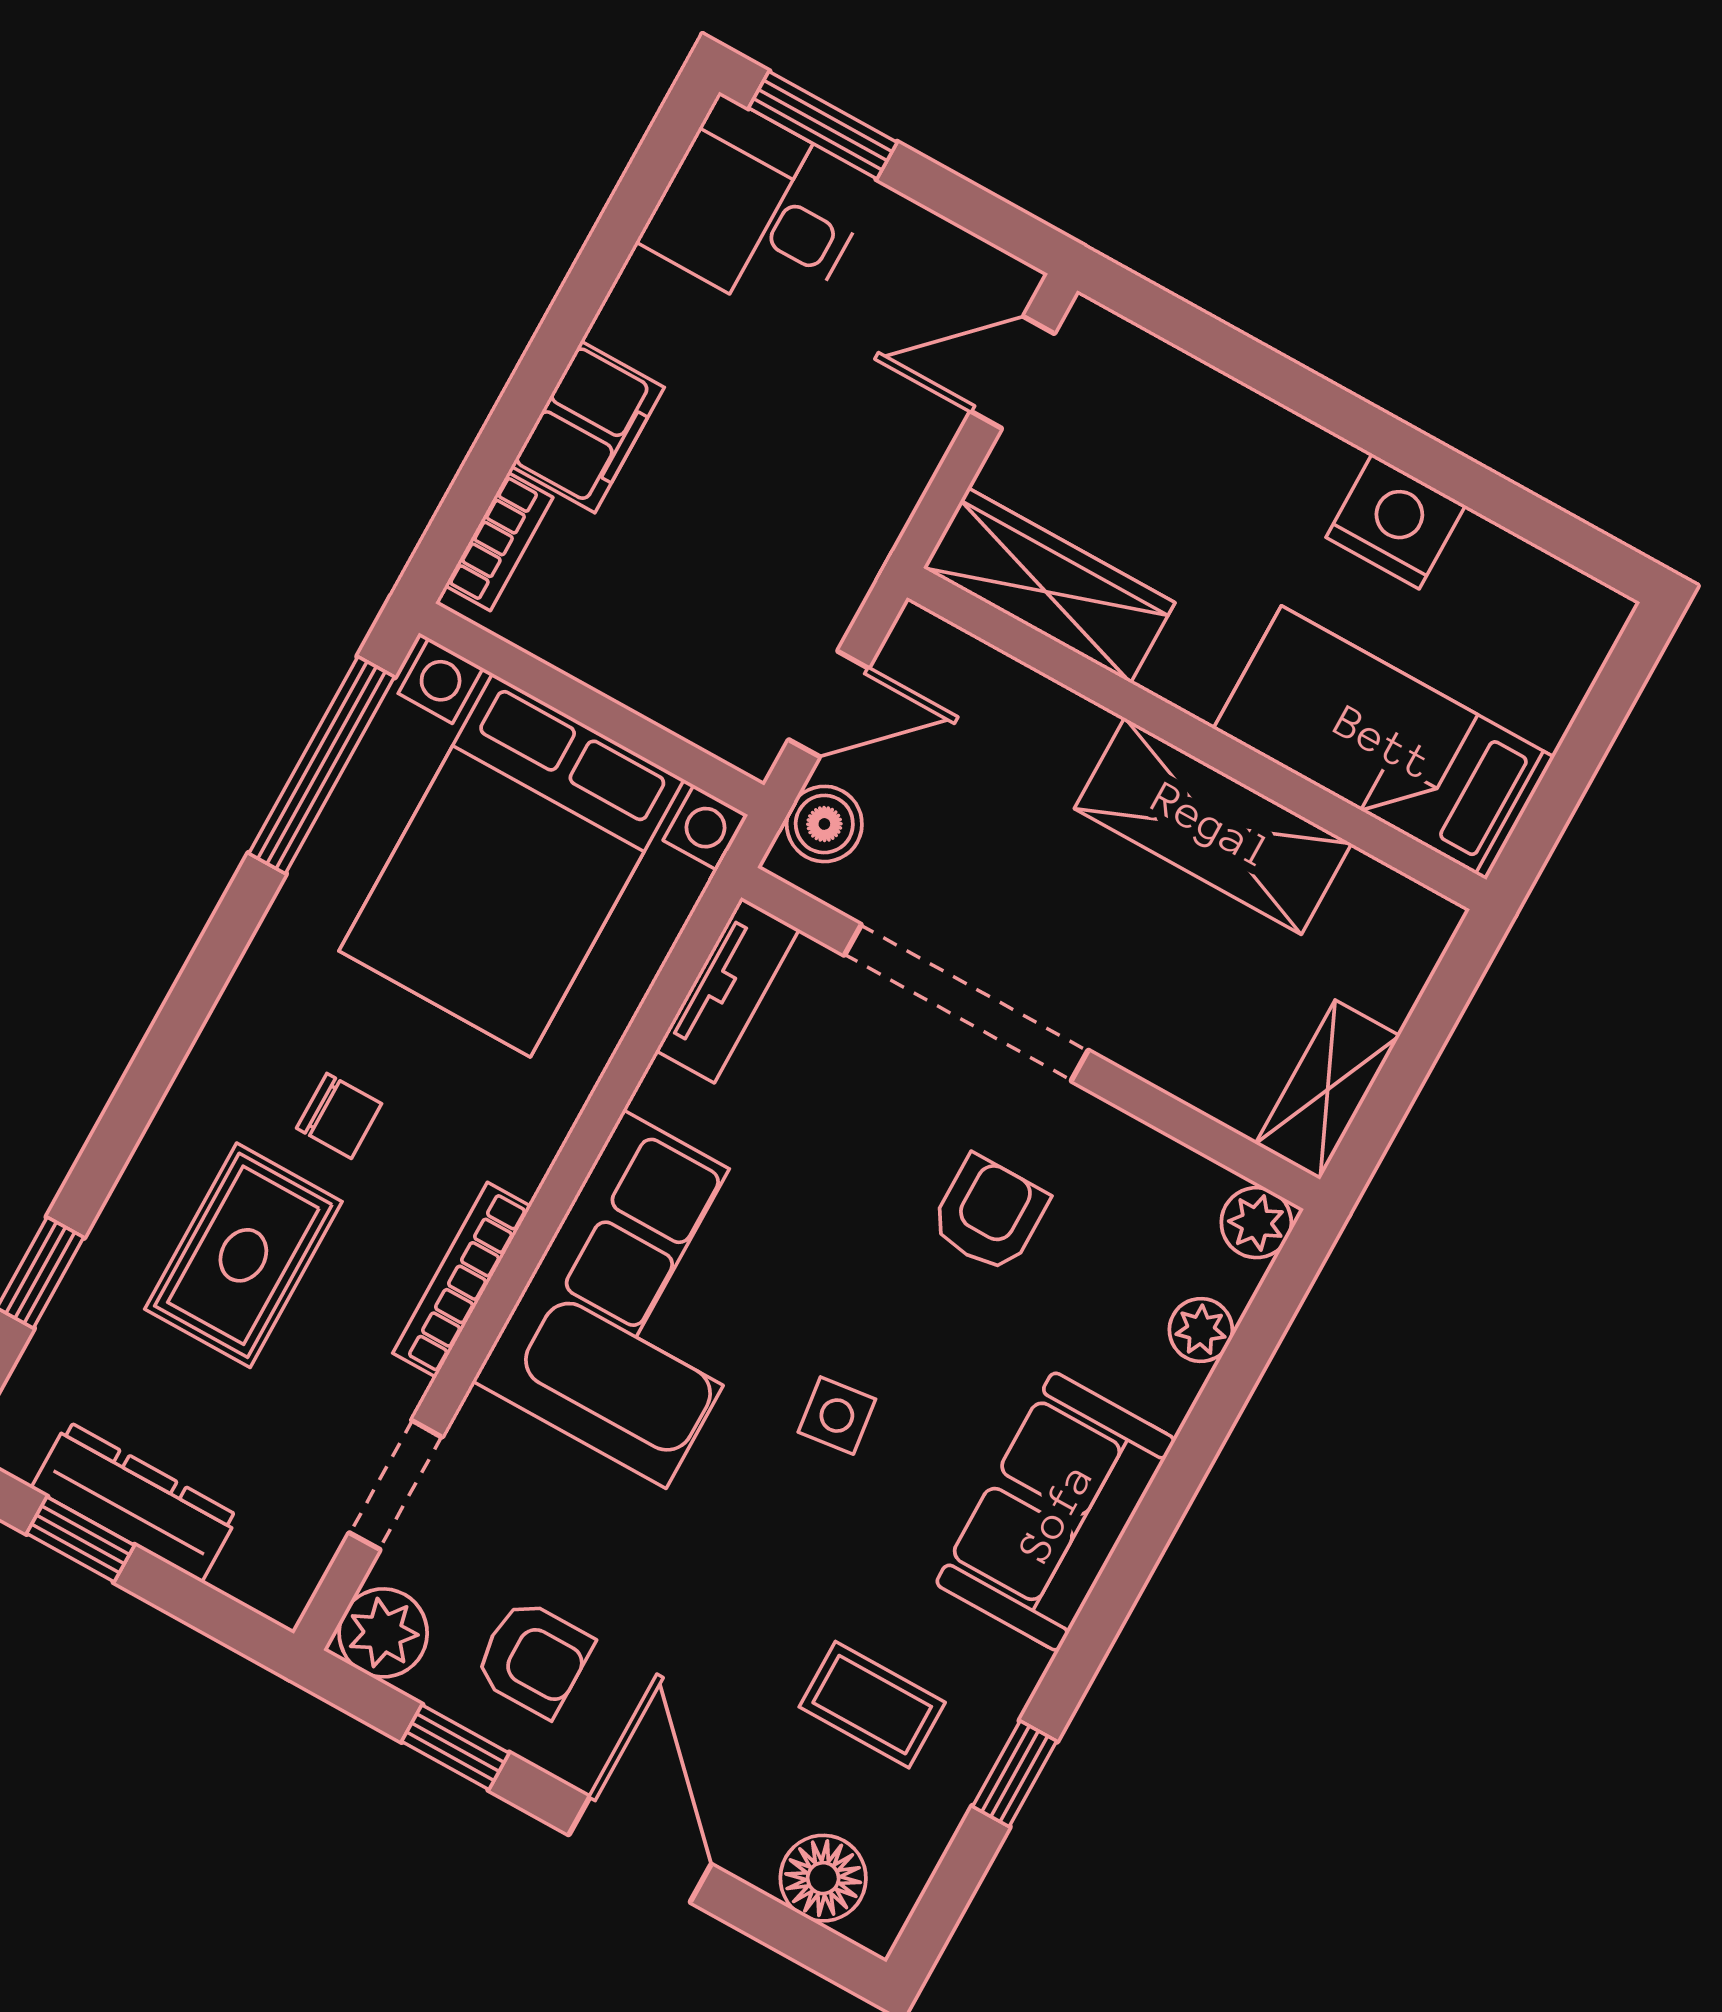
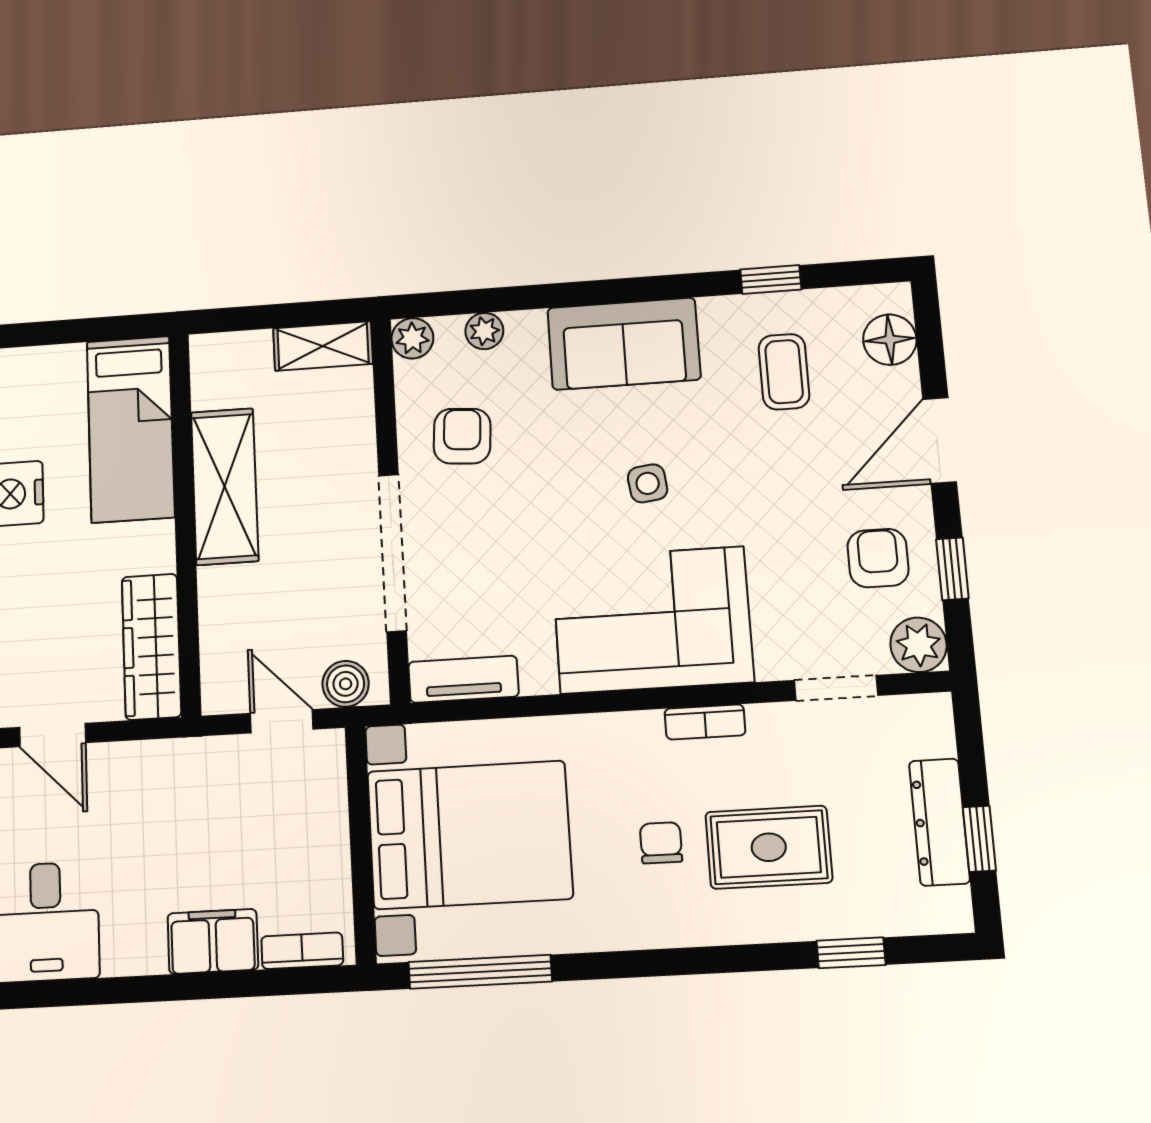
armchair: (989, 1214) -> (462, 436), moved, turned 94
bookcase: (462, 1280) -> (705, 722), width x0.64

